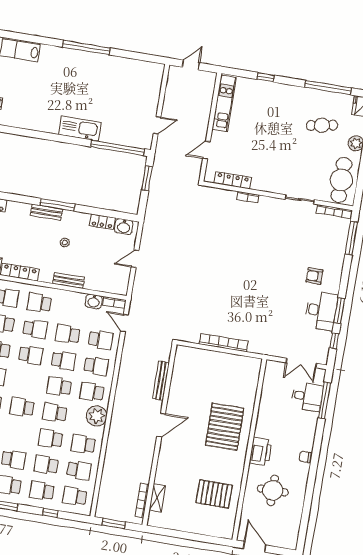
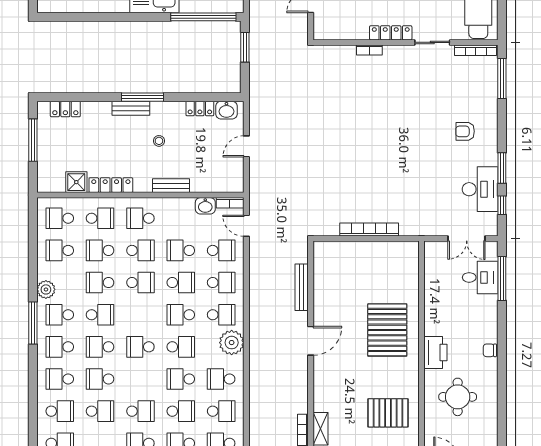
locker: (233, 180) -> (391, 33), moved
desk: (321, 311) -> (480, 189), moved
school desk: (92, 392) -> (221, 315), turned 180
school desk: (55, 413) -> (181, 347), turned 180
school desk: (46, 465) -> (181, 411), turned 180

